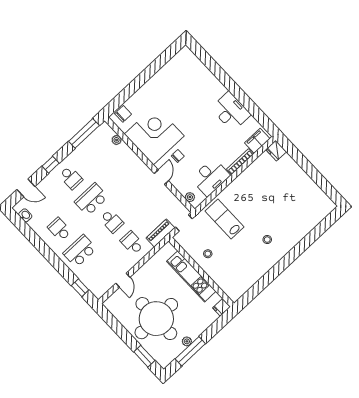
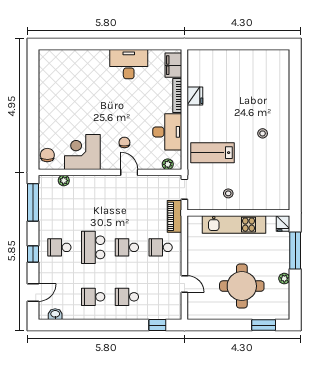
corner desk: (154, 135) -> (82, 152), width x0.74, depth x0.74
fridge: (276, 151) -> (195, 96), moved, turned -90
school desk: (71, 178) -> (59, 247), turned 180
school desk: (112, 221) -> (127, 247), turned 180
school desk: (80, 251) -> (127, 297), width x0.54
round table: (156, 319) -> (242, 286), width x0.73, depth x0.73
window: (190, 351) -> (295, 251), moved

